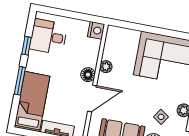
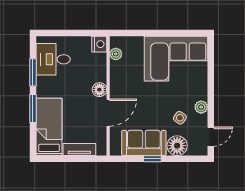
window: (26, 46) -> (33, 72), width x1.50
plant: (106, 67) -> (116, 54), moved

